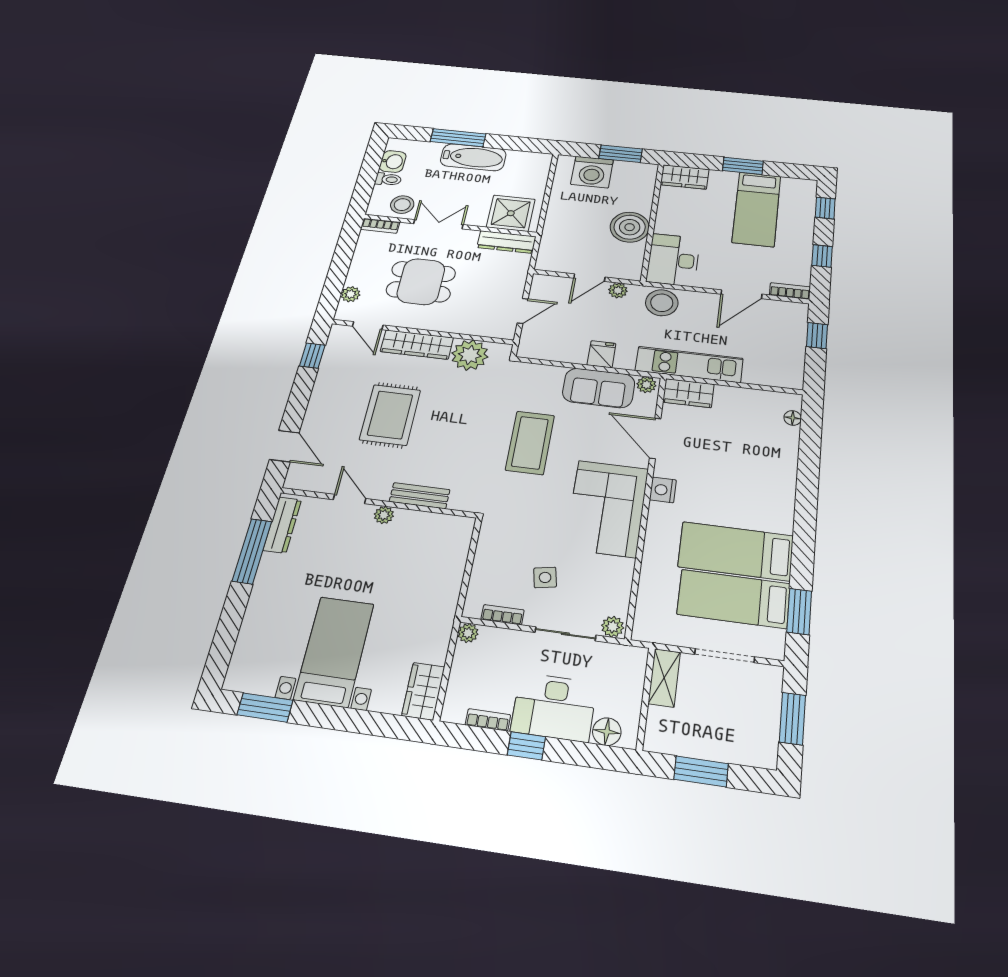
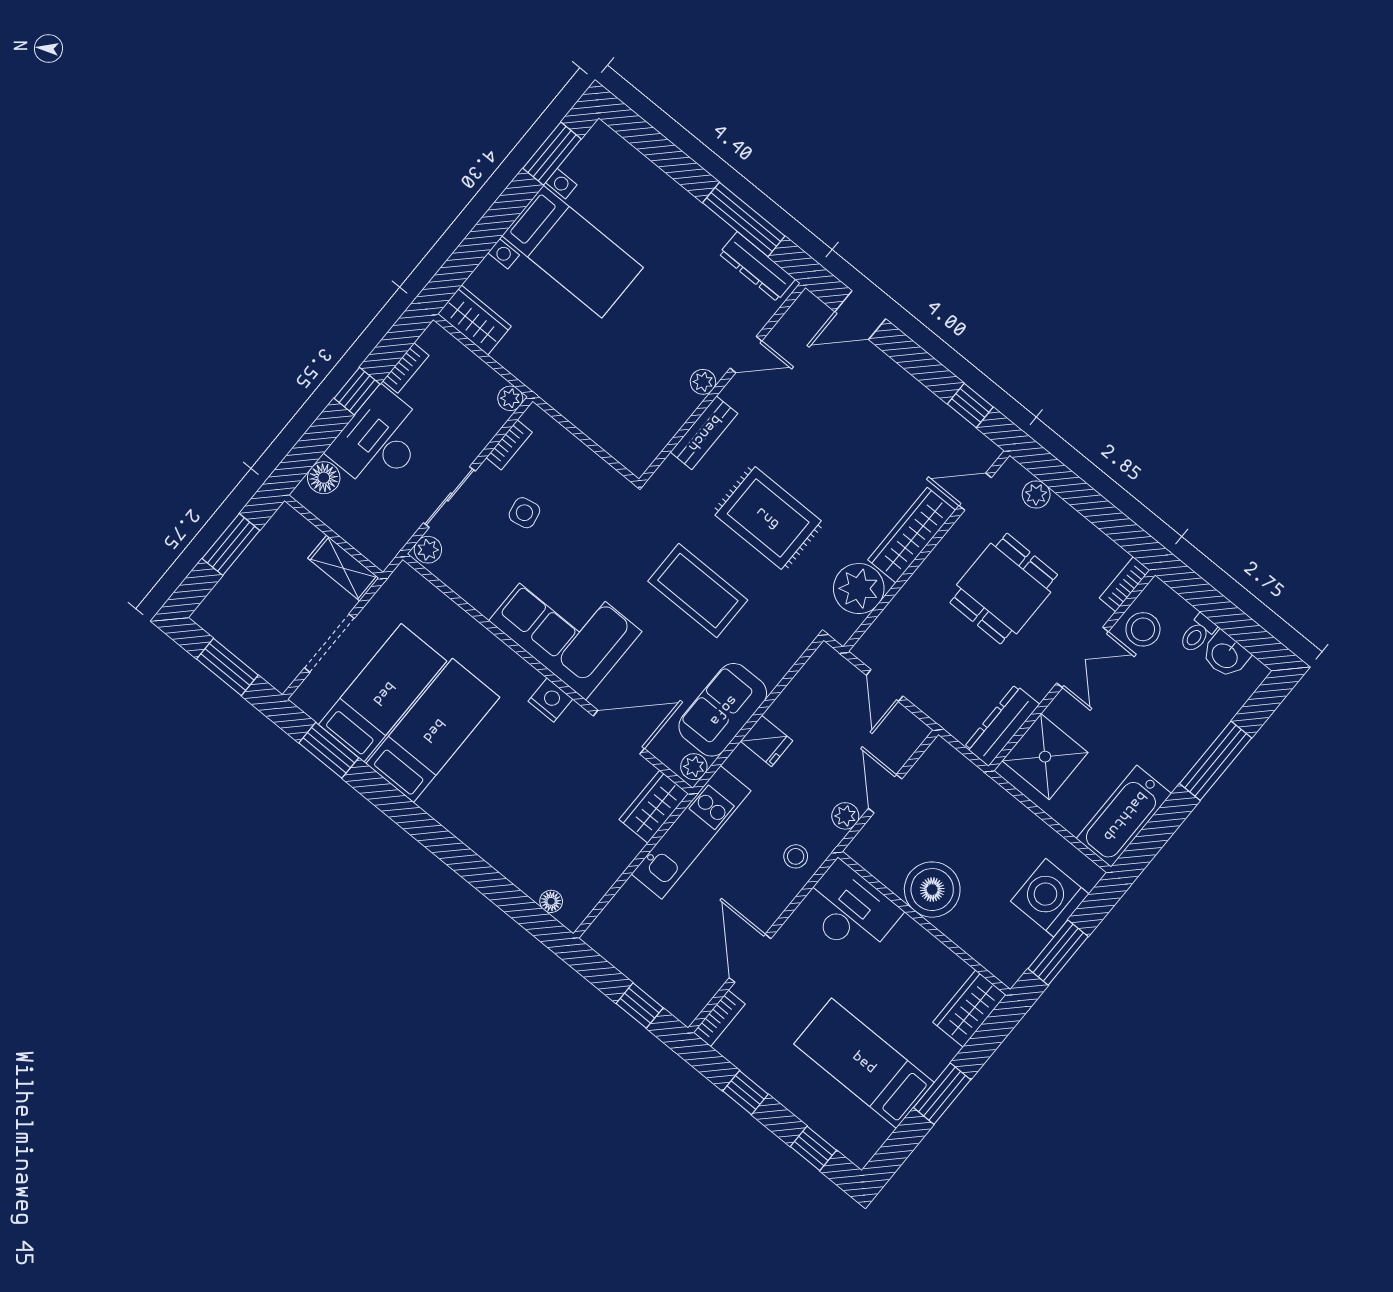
bathtub: (473, 157) -> (1124, 816), moved
stool: (662, 303) -> (796, 856), width x0.53, depth x0.53
rug: (390, 415) -> (768, 518), moved

